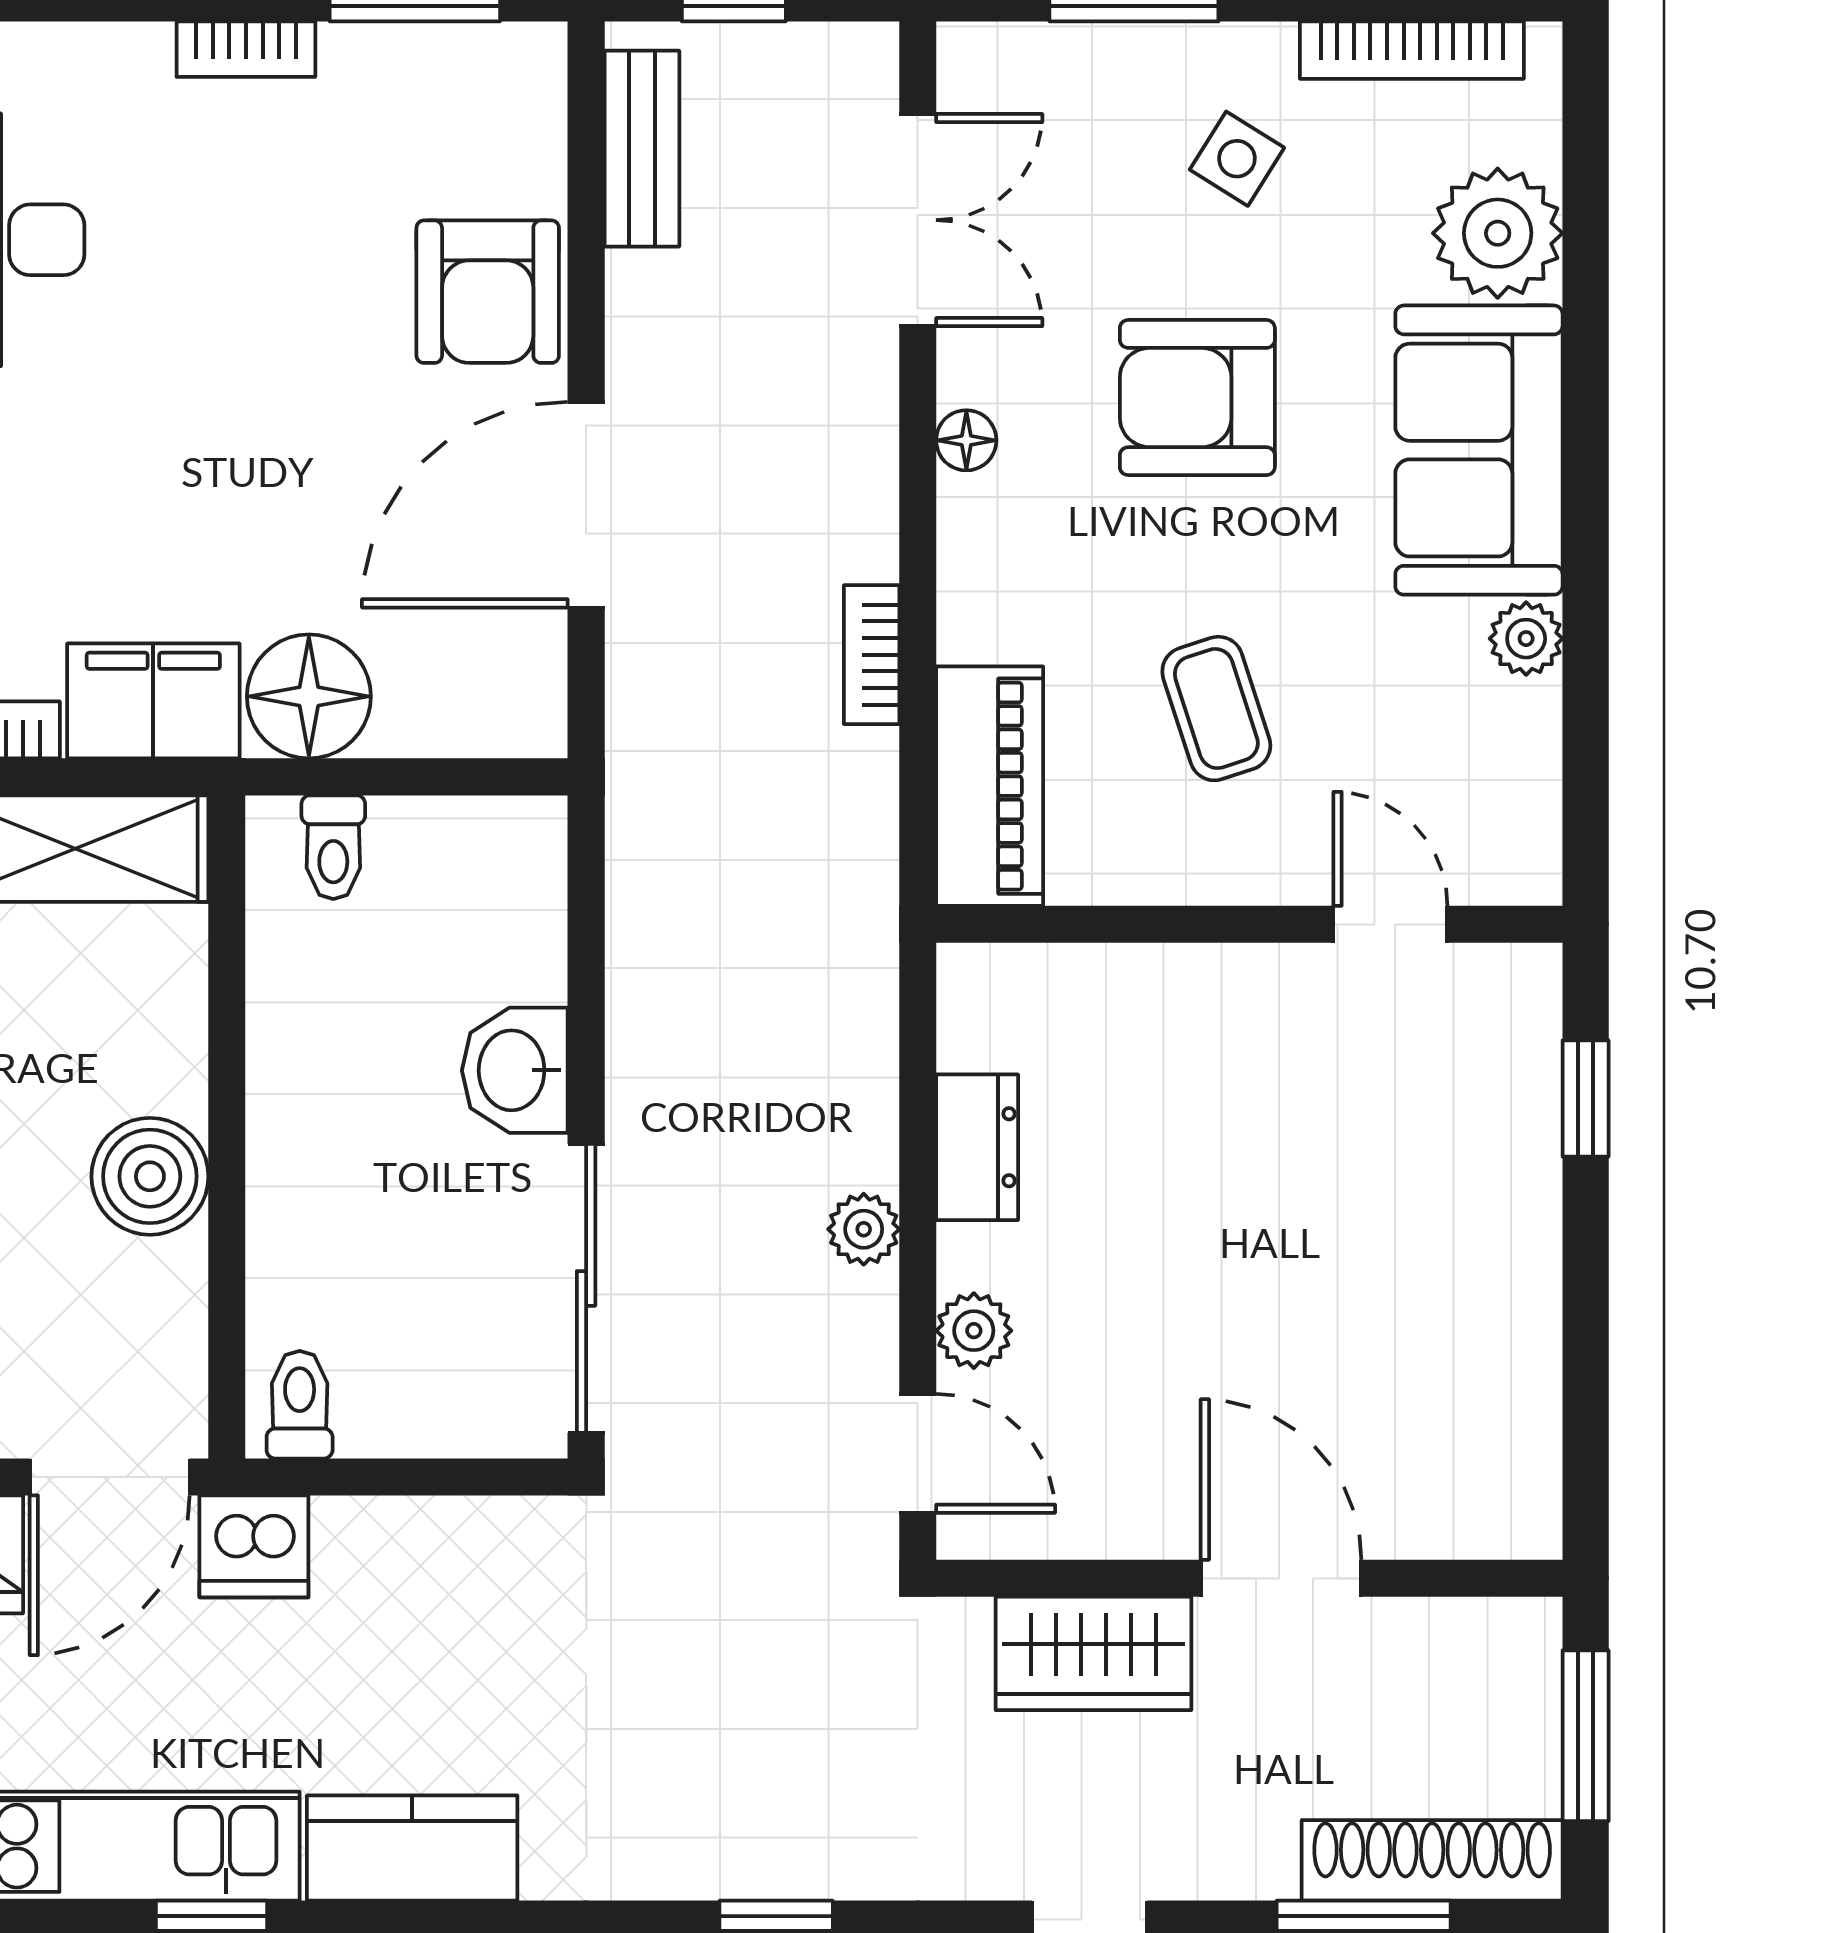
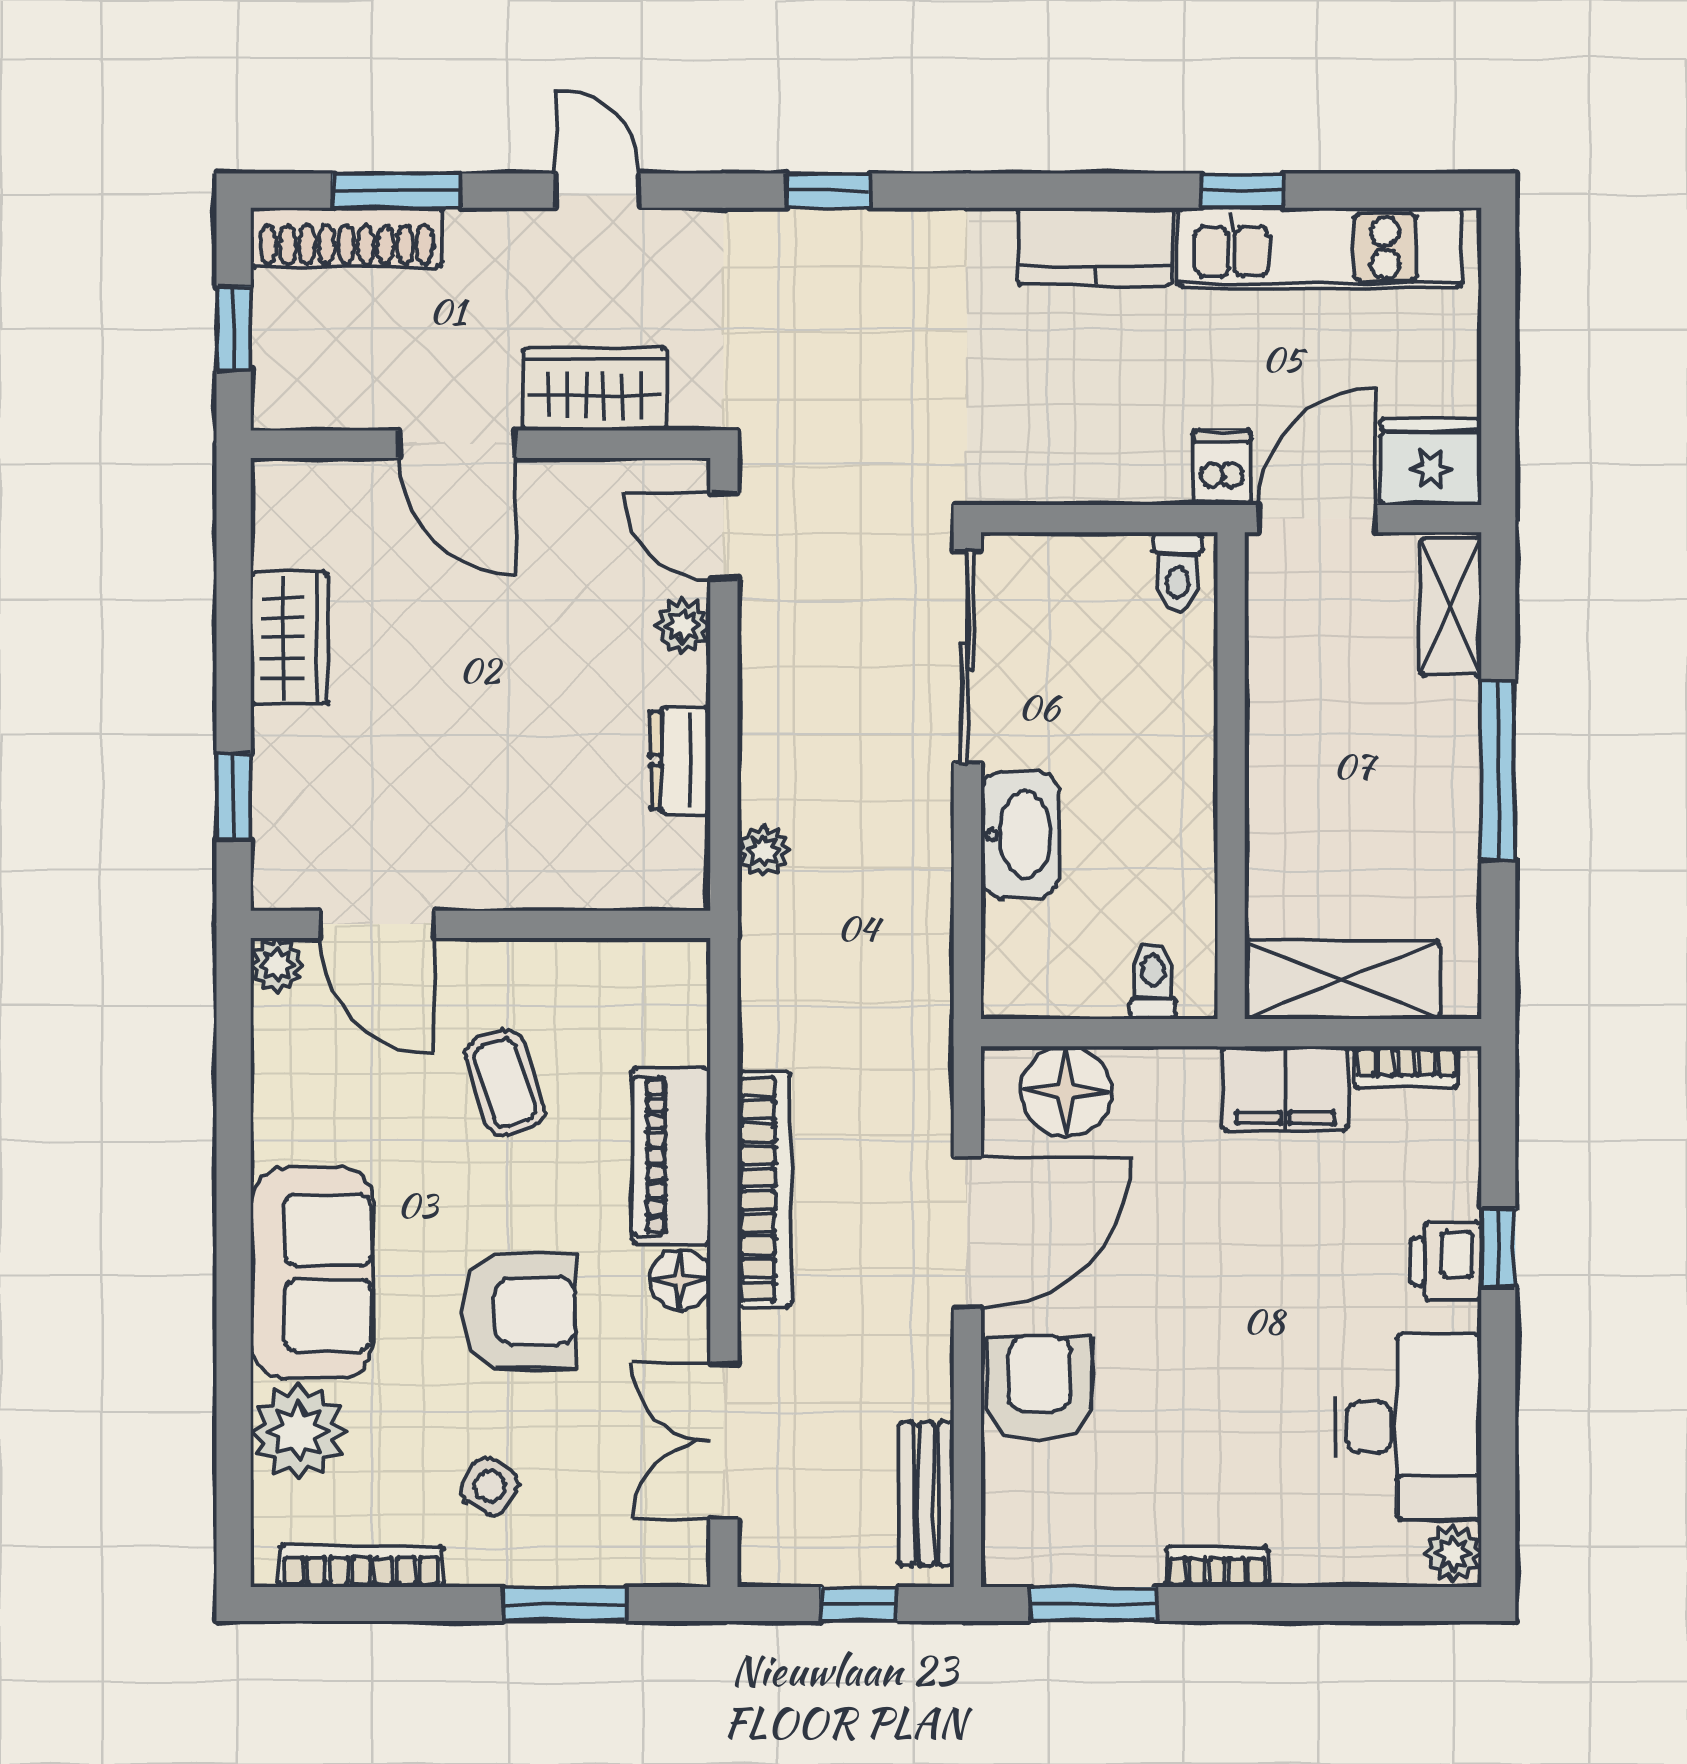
floor lamp: (966, 440) -> (680, 1280), width x1.37, depth x1.37
plant: (1526, 639) -> (277, 965), moved
bookcase: (872, 655) -> (764, 1189), width x2.31, depth x1.31
floor lamp: (309, 696) -> (1066, 1092), moved
piano: (990, 786) -> (671, 1156), moved
door: (1390, 924) -> (377, 924), width x1.38
washbasin: (515, 1070) -> (1020, 835), width x1.38
boiler: (150, 1176) -> (1288, 739), removed
plant: (864, 1229) -> (764, 851), moved
wardrobe: (1510, 1314) -> (289, 638), added
dishwasher: (254, 1546) -> (1222, 468), width x0.73
window: (1586, 1736) -> (234, 329), width x0.67

